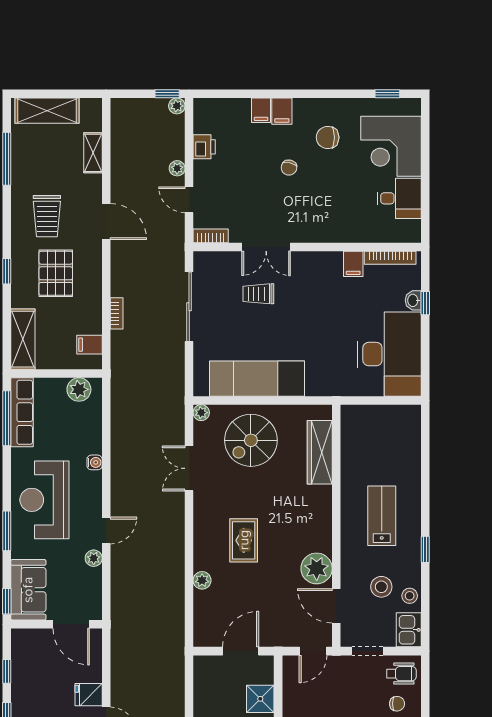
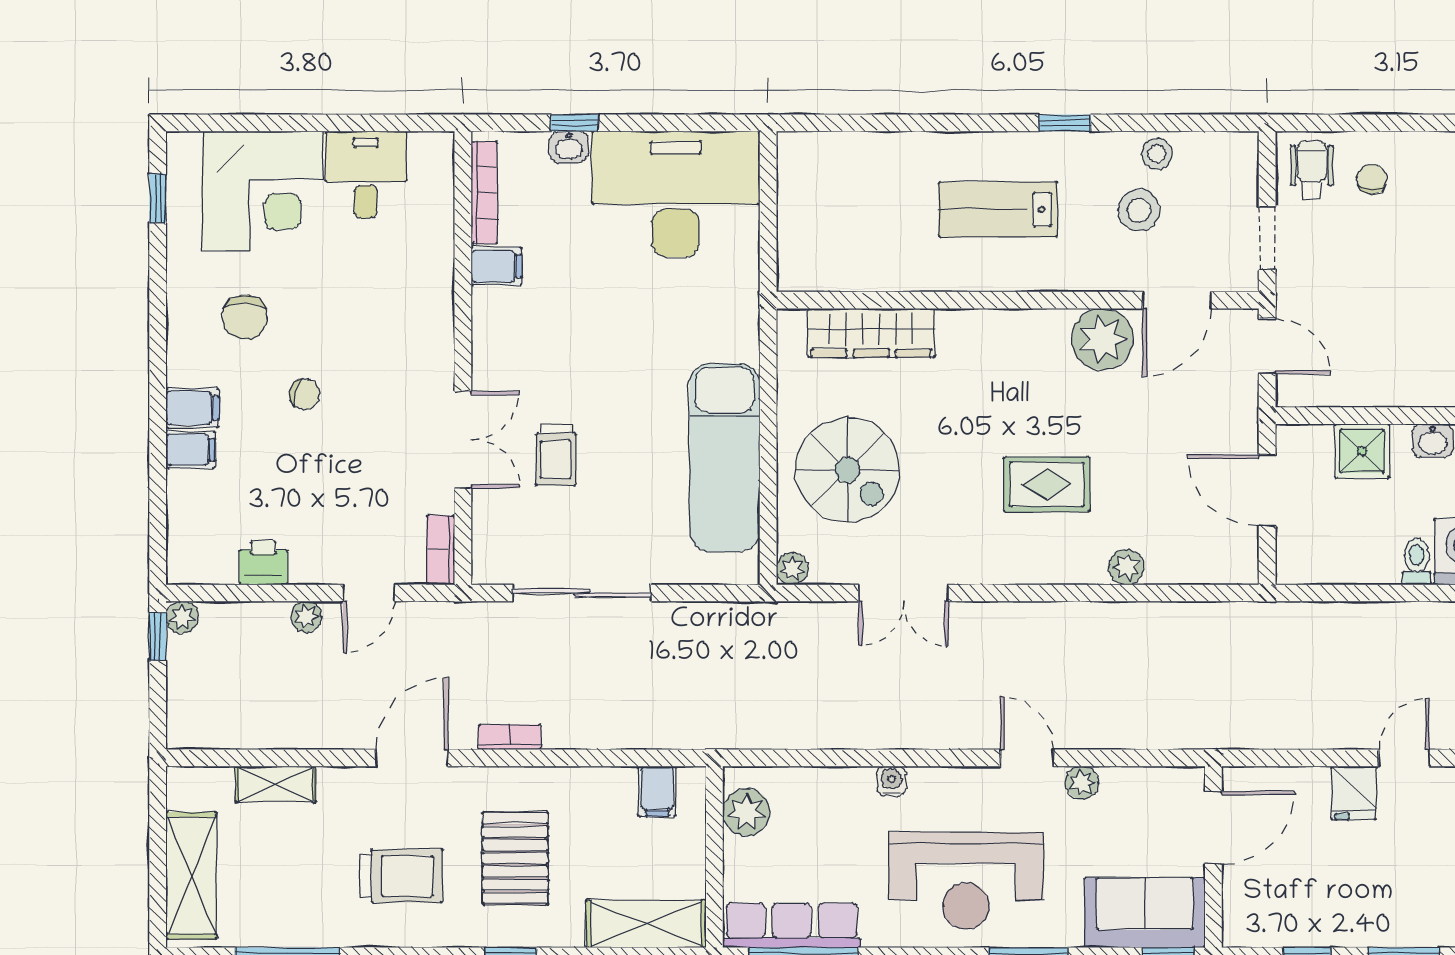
pallet: (56, 273) -> (515, 858), turned 90
bookcase: (117, 313) -> (510, 737), moved
kitchen sink: (409, 630) -> (1225, 156), removed

